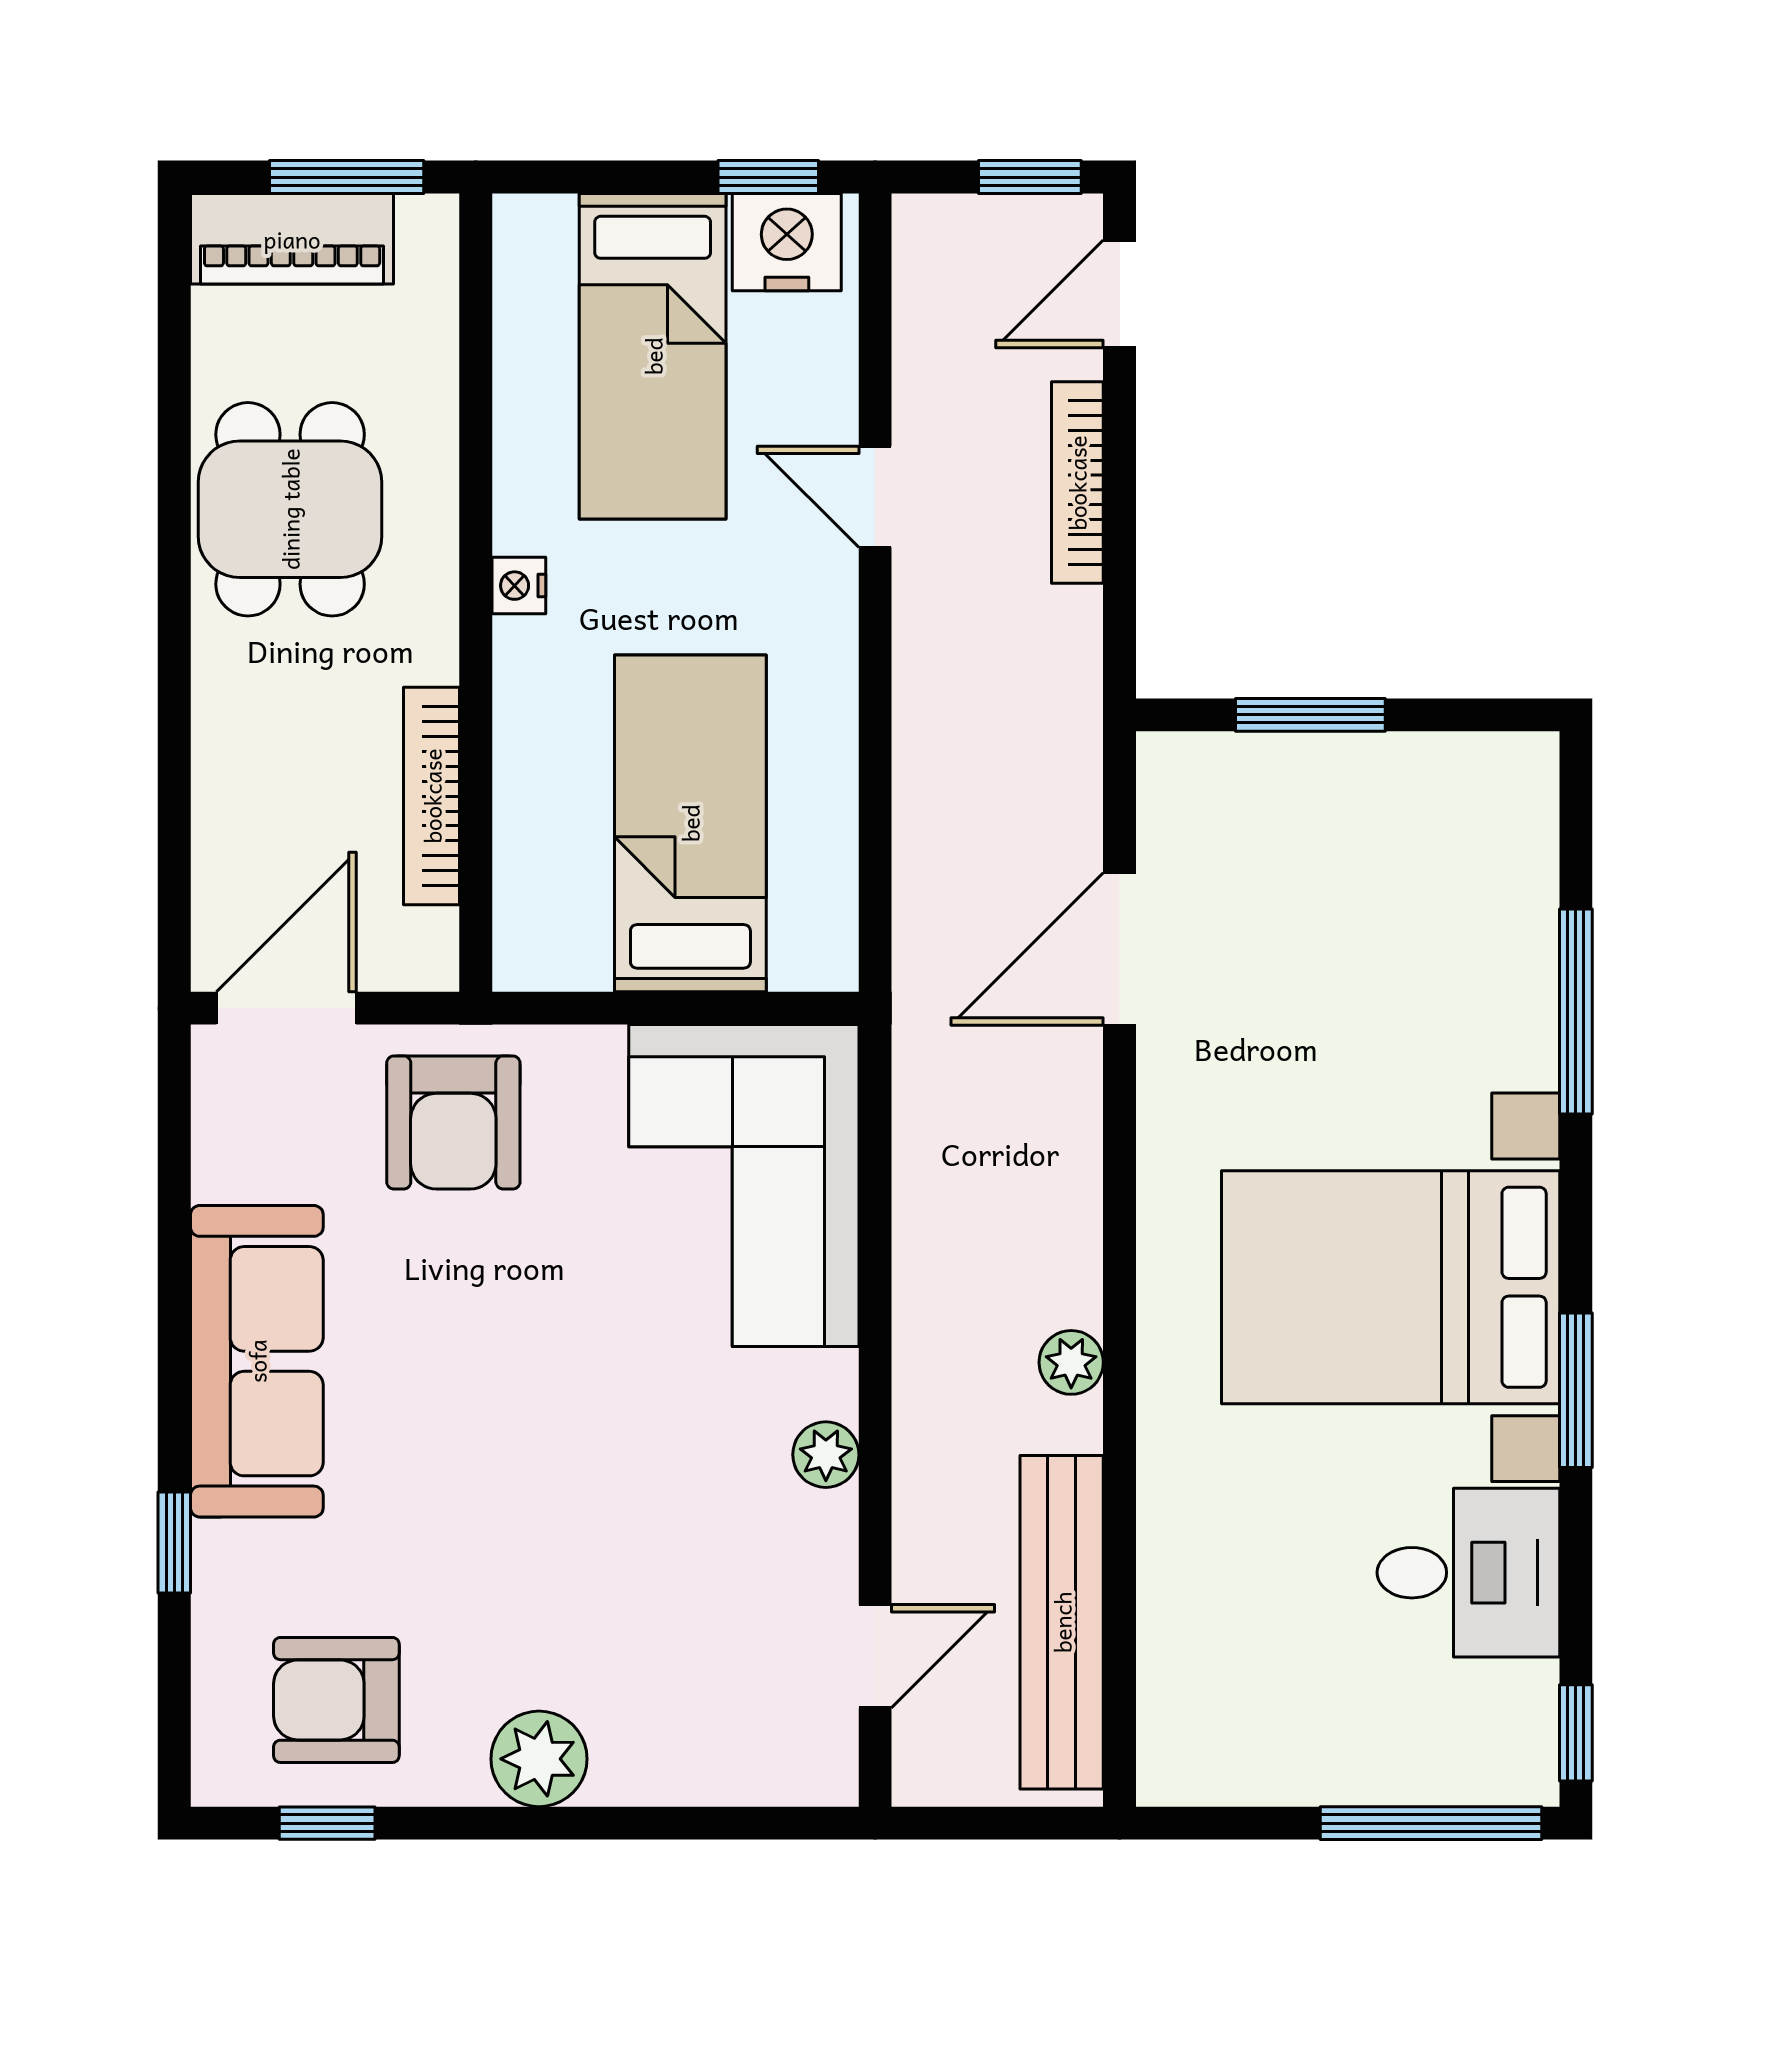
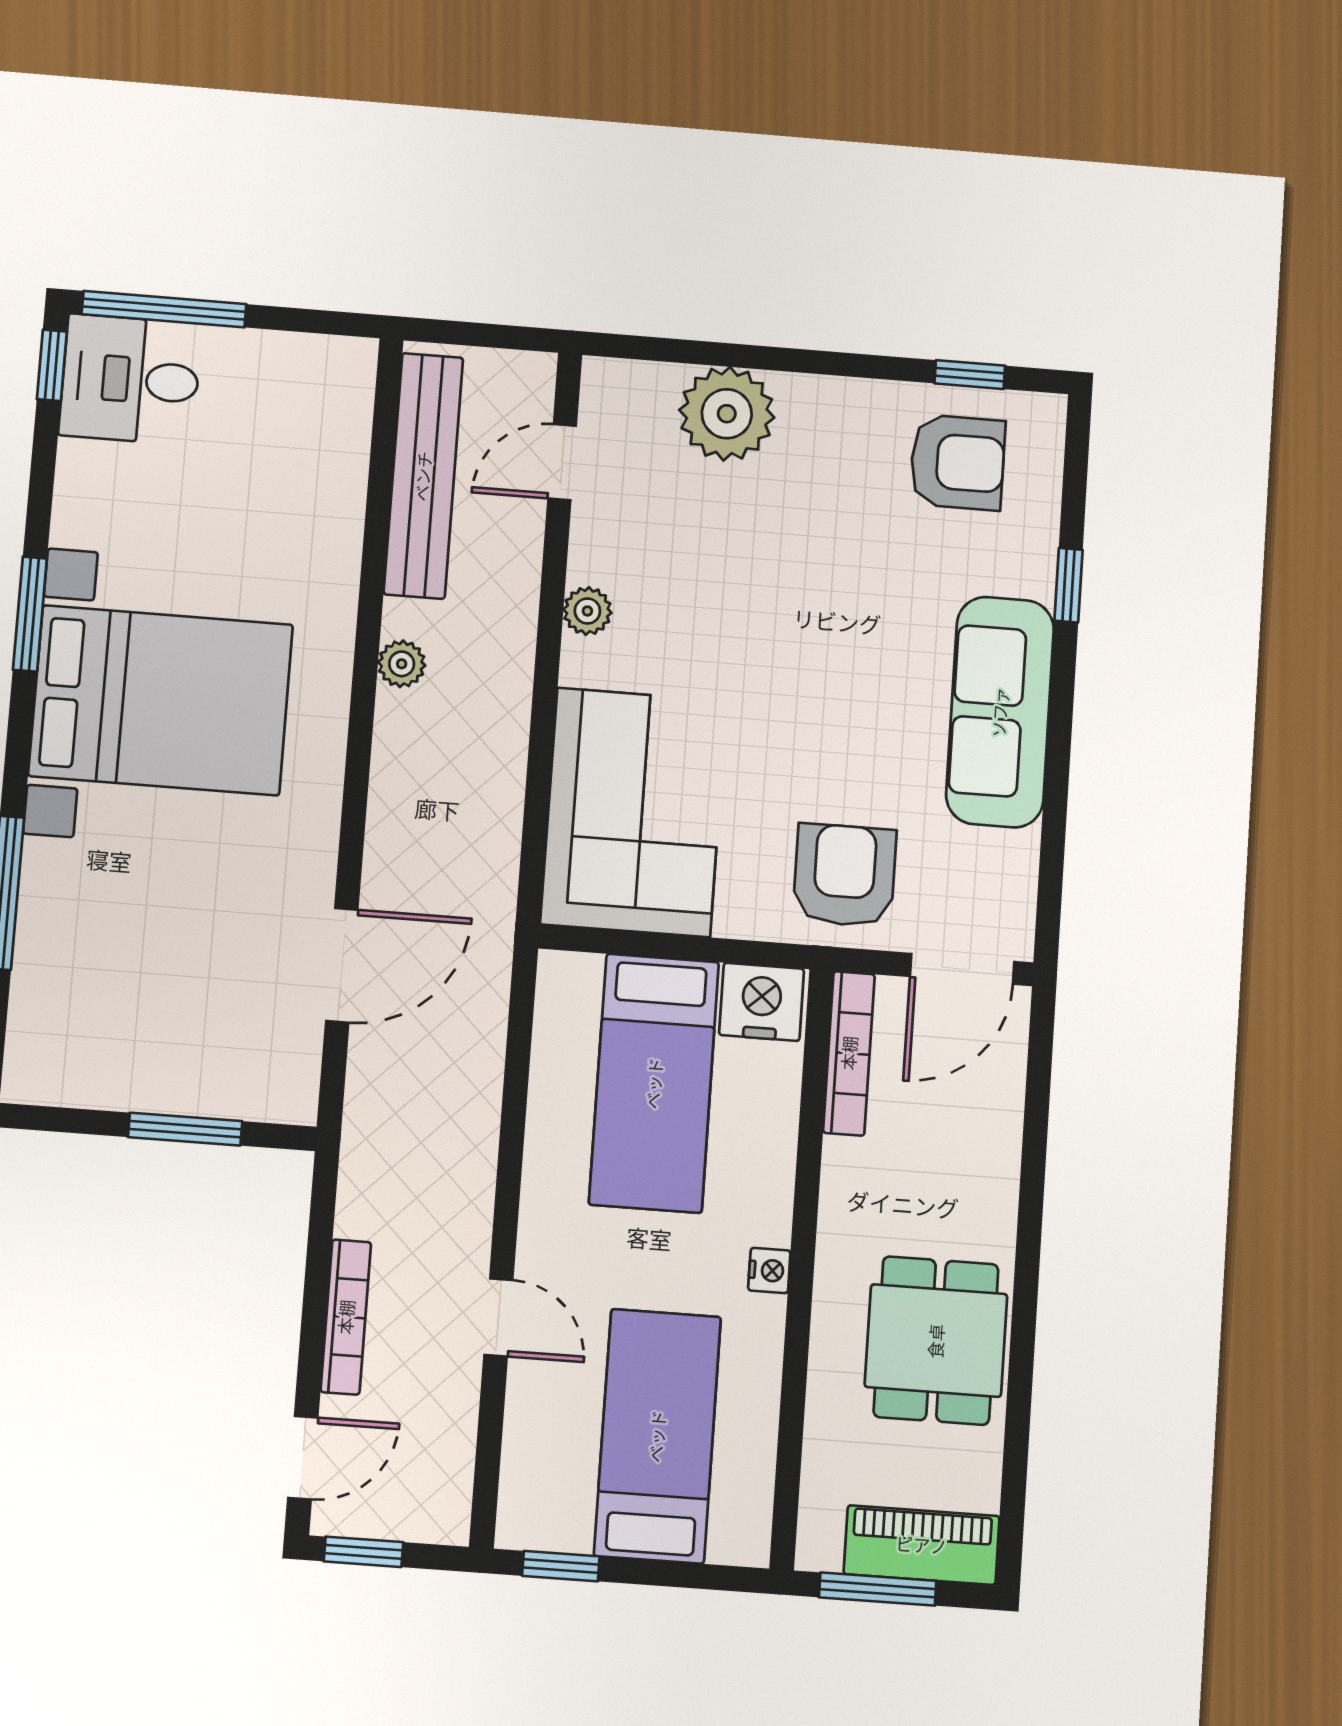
nightstand: (787, 242) -> (762, 1002), moved, turned 180
bookcase: (432, 796) -> (849, 1053), moved
desk: (1468, 1573) -> (130, 379), moved
plant: (539, 1759) -> (727, 414), moved, width x1.36, depth x1.36

